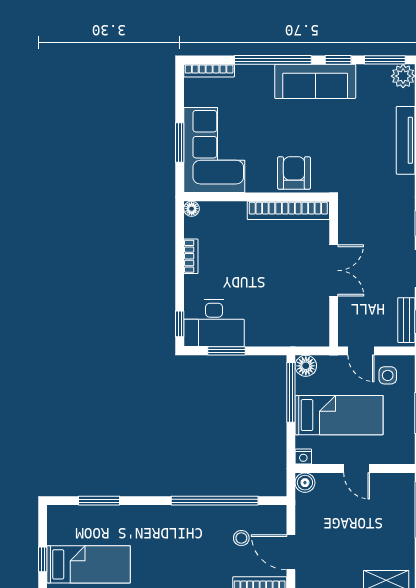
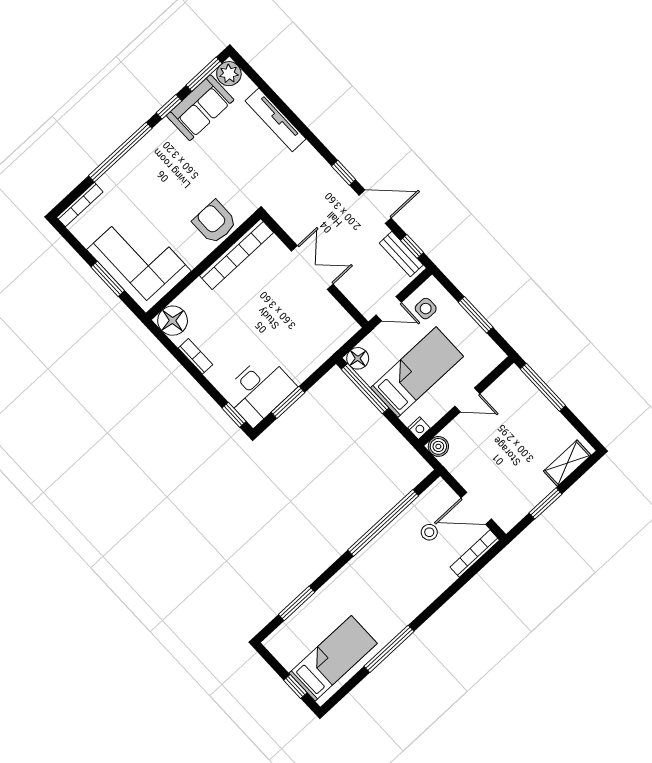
sofa: (315, 81) -> (200, 108), moved, width x0.73
floor lamp: (192, 209) -> (173, 321), width x1.89, depth x1.89

